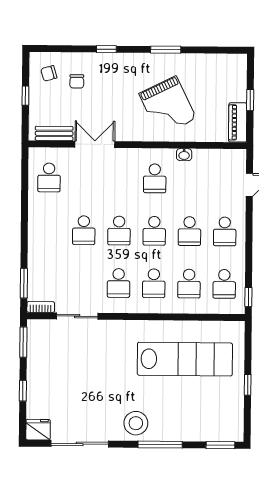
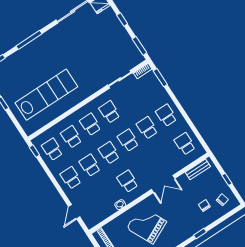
double door: (95, 144) -> (163, 184), moved
school desk: (49, 230) -> (166, 115), added
lab bench: (185, 359) -> (46, 95), turned 180
stool: (136, 423) -> (50, 43), removed

